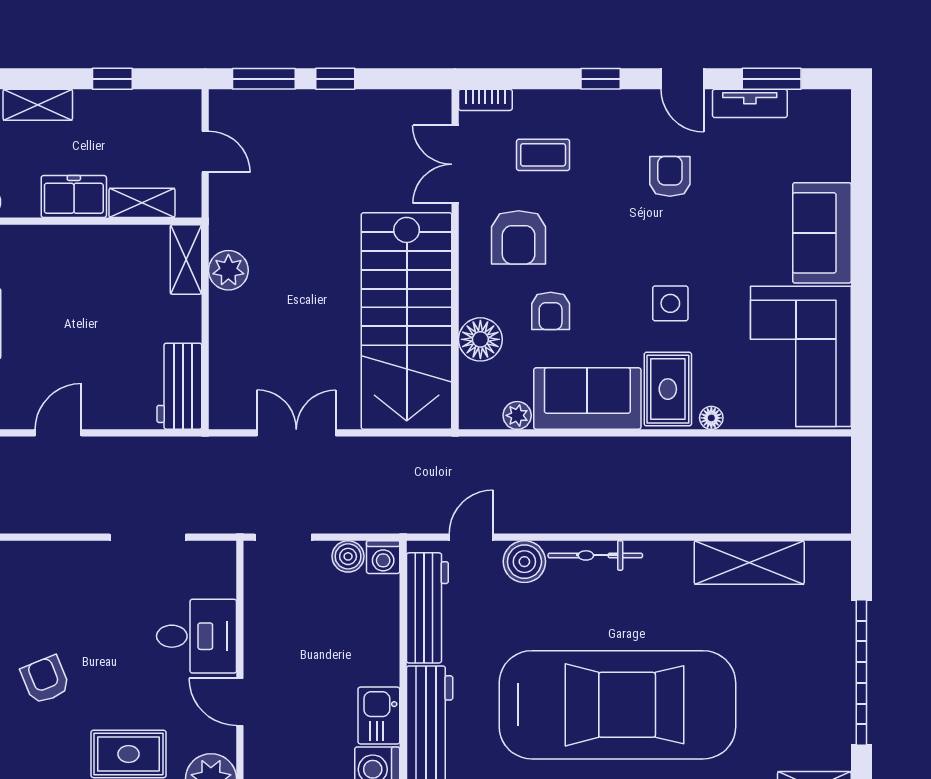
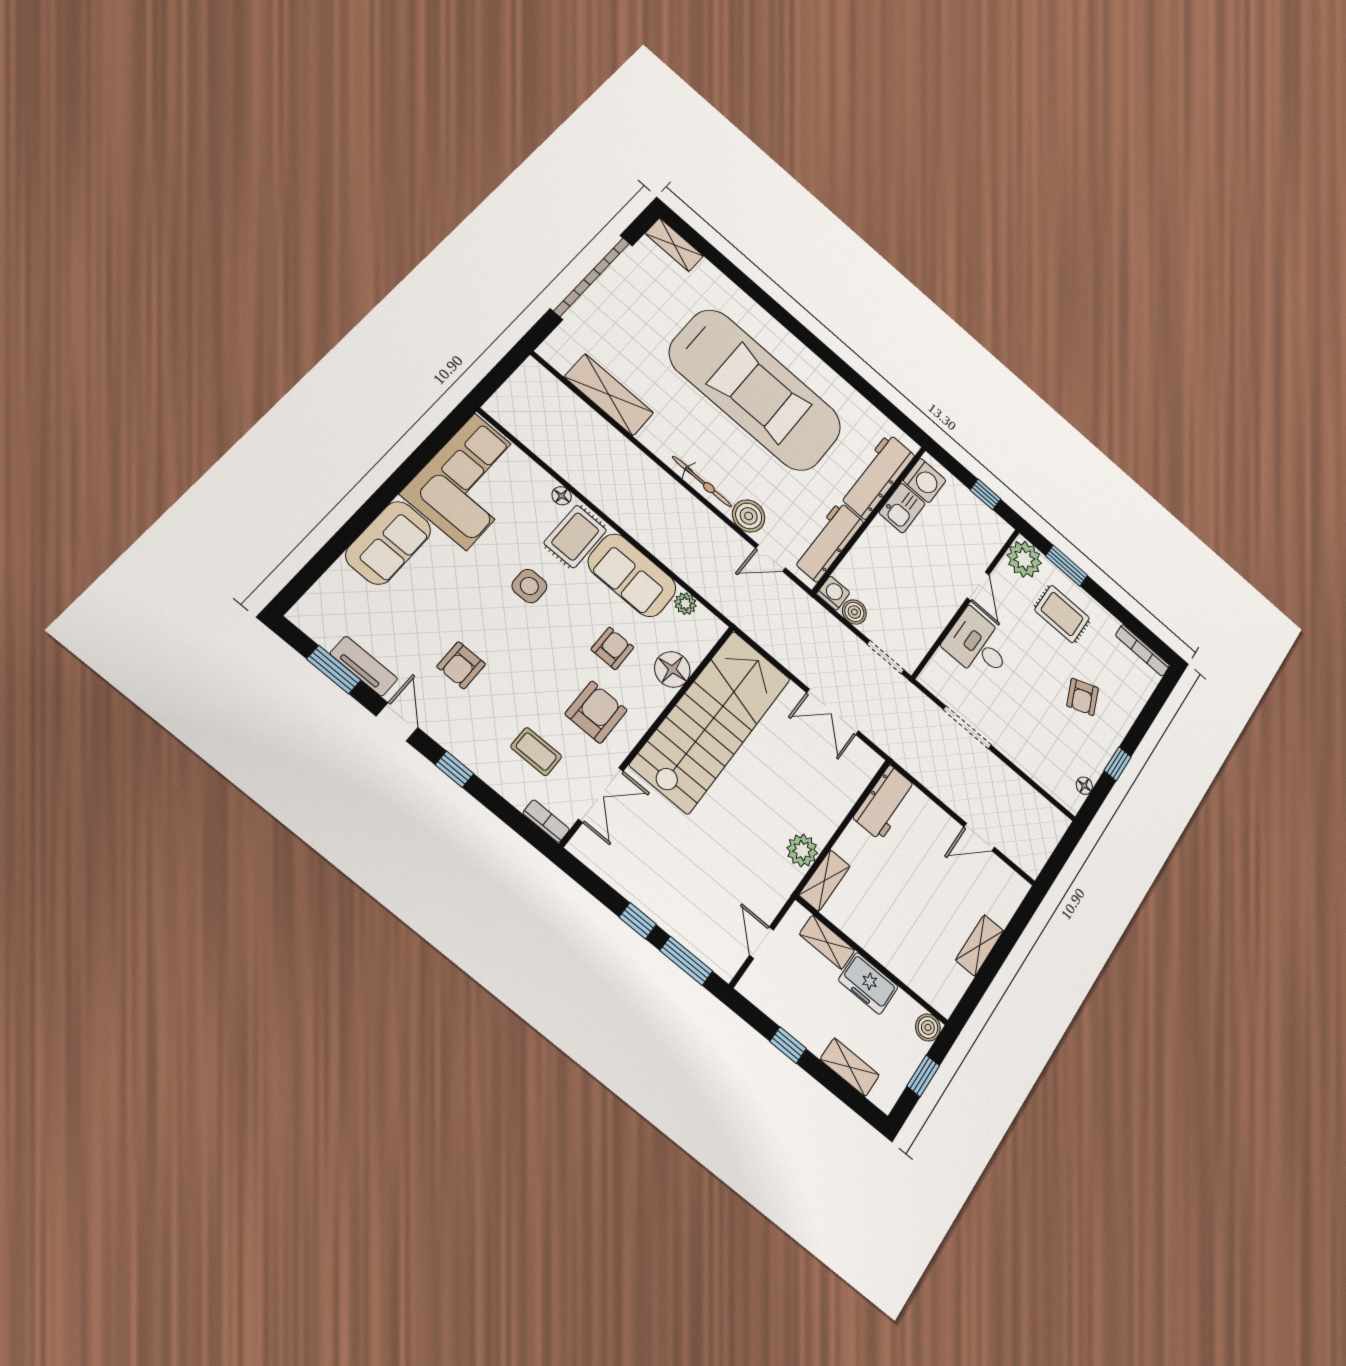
car: (617, 705) -> (756, 390), turned 180

